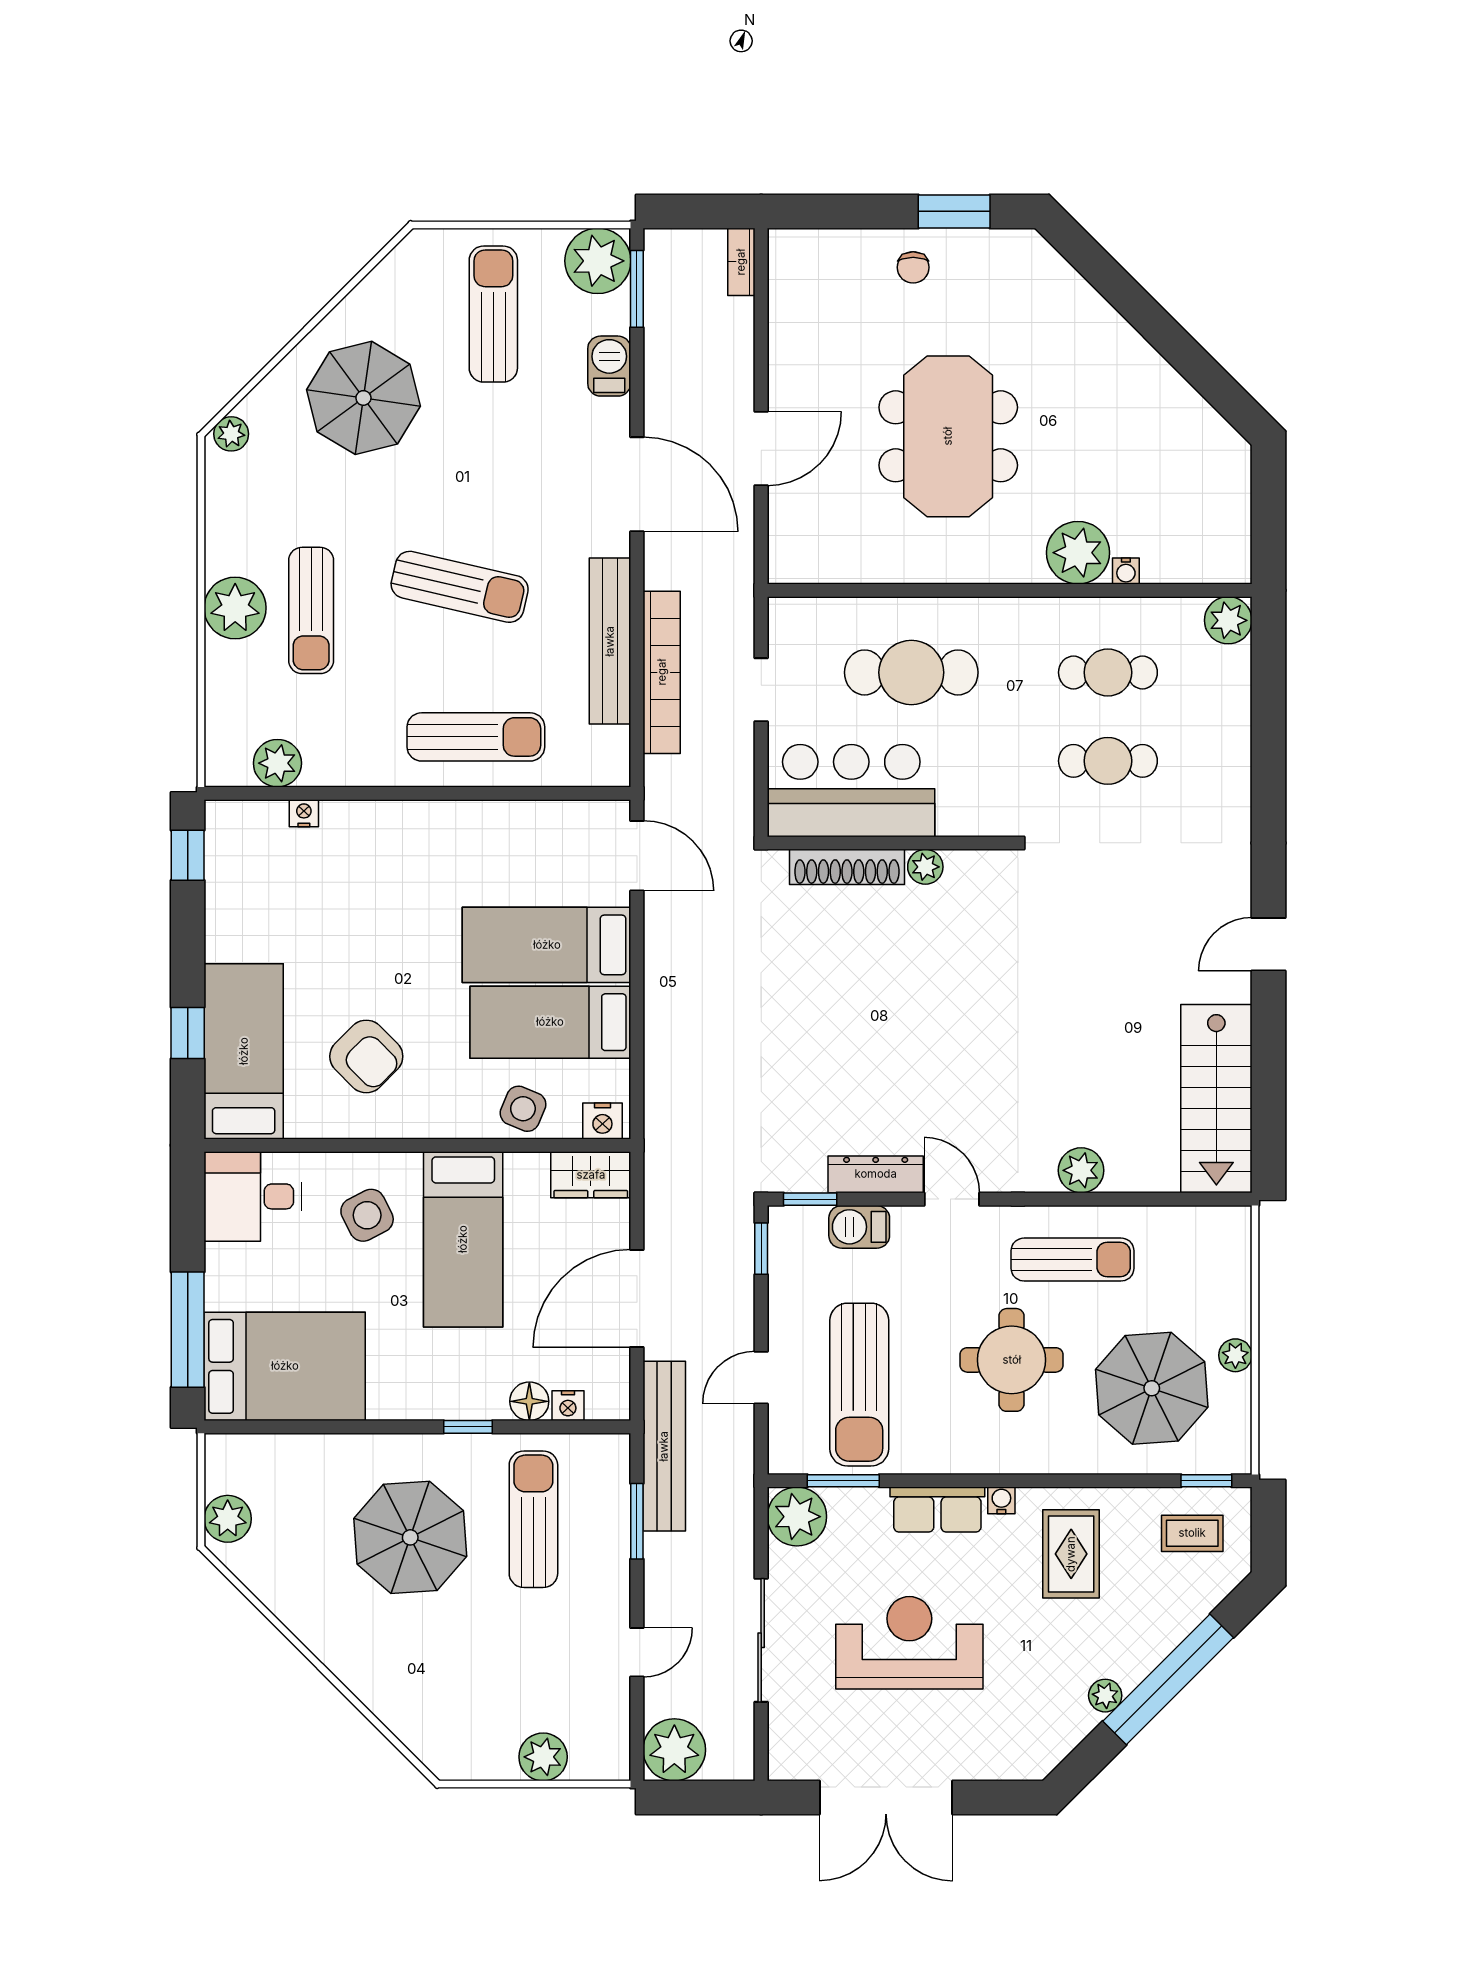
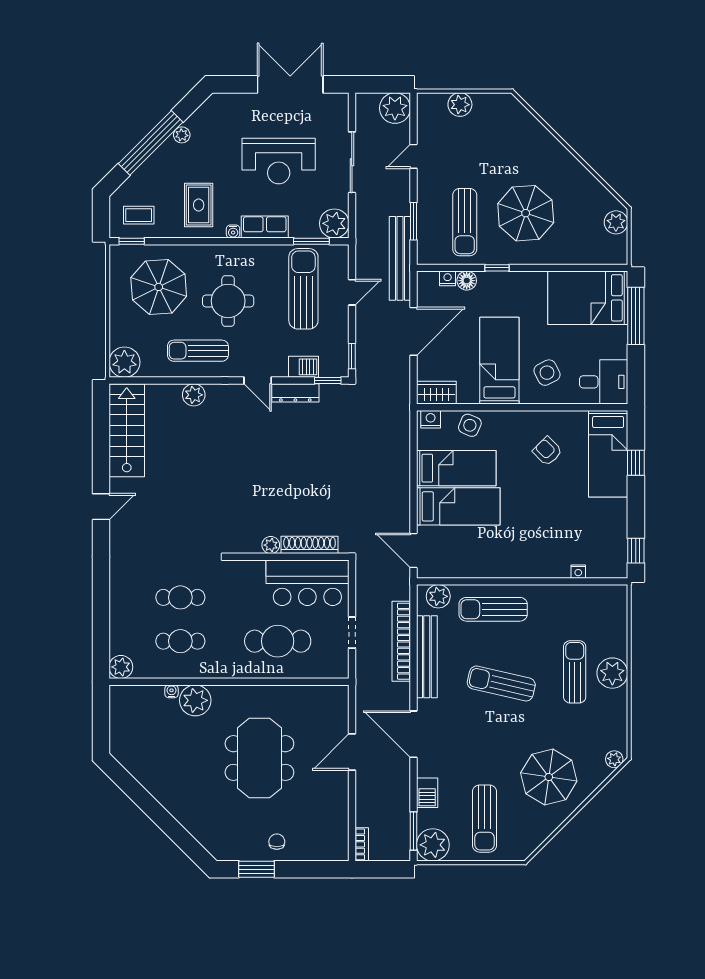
plant: (277, 763) -> (438, 596), moved
armchair: (366, 1056) -> (547, 451), width x0.72, depth x0.72
plant: (1235, 1355) -> (124, 362), moved, width x1.88, depth x1.88

